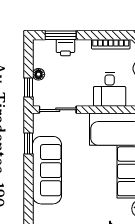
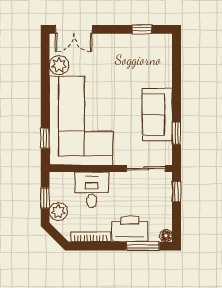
printer: (65, 48) -> (130, 229), width x1.87, depth x1.48
floor lamp: (39, 74) -> (166, 236), moved
sofa: (47, 170) -> (157, 115), width x0.73

